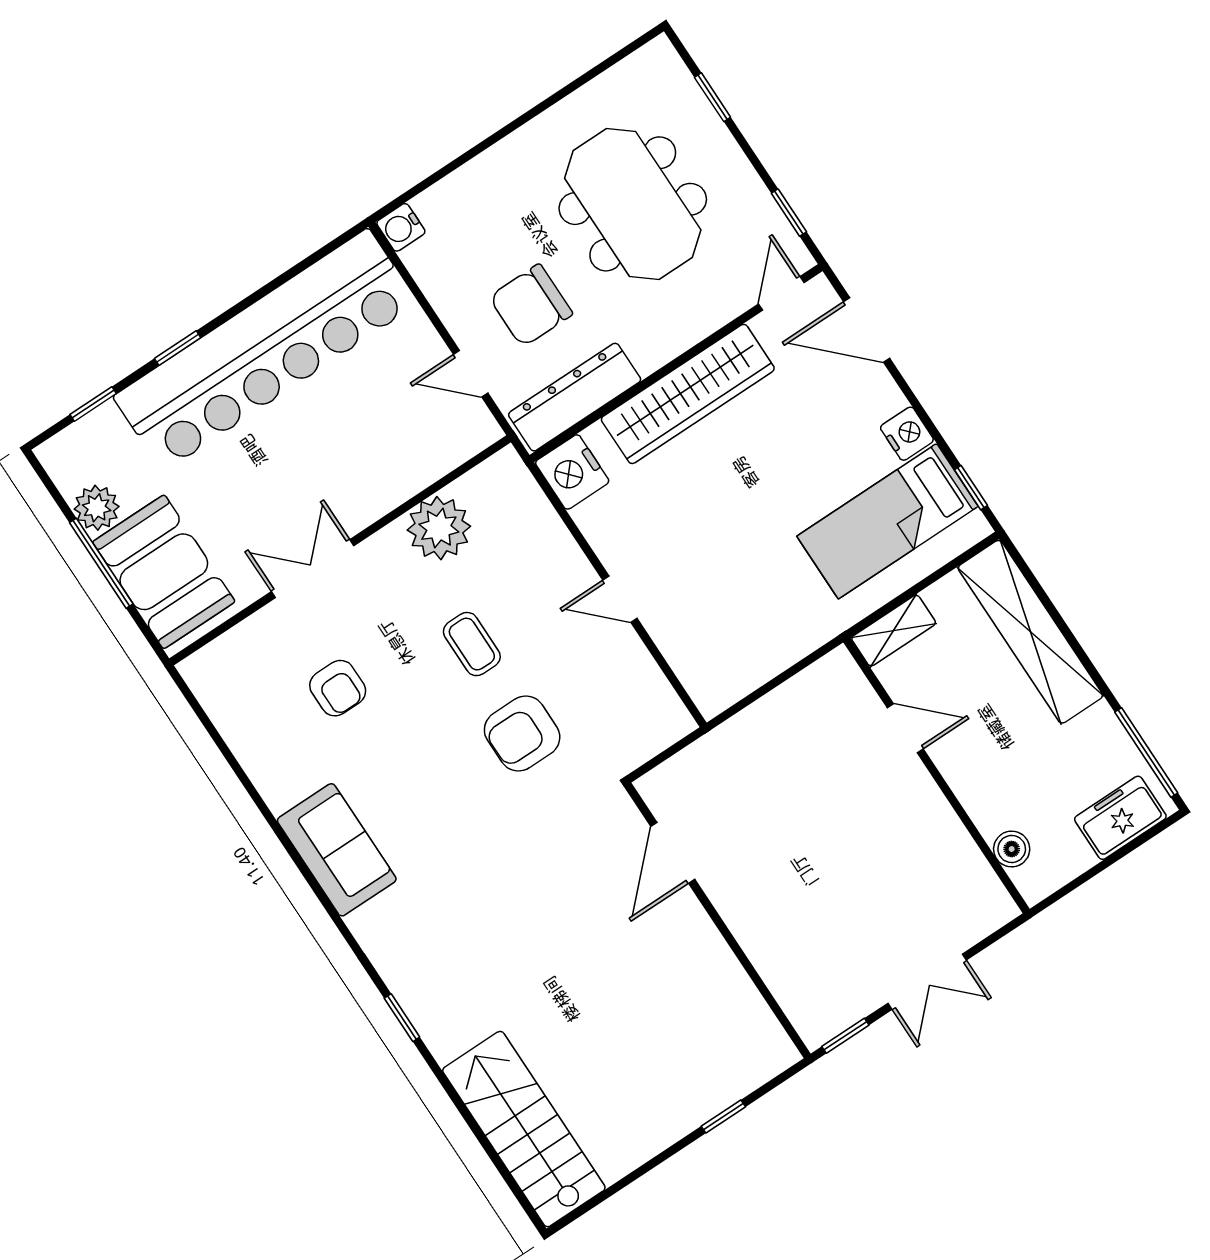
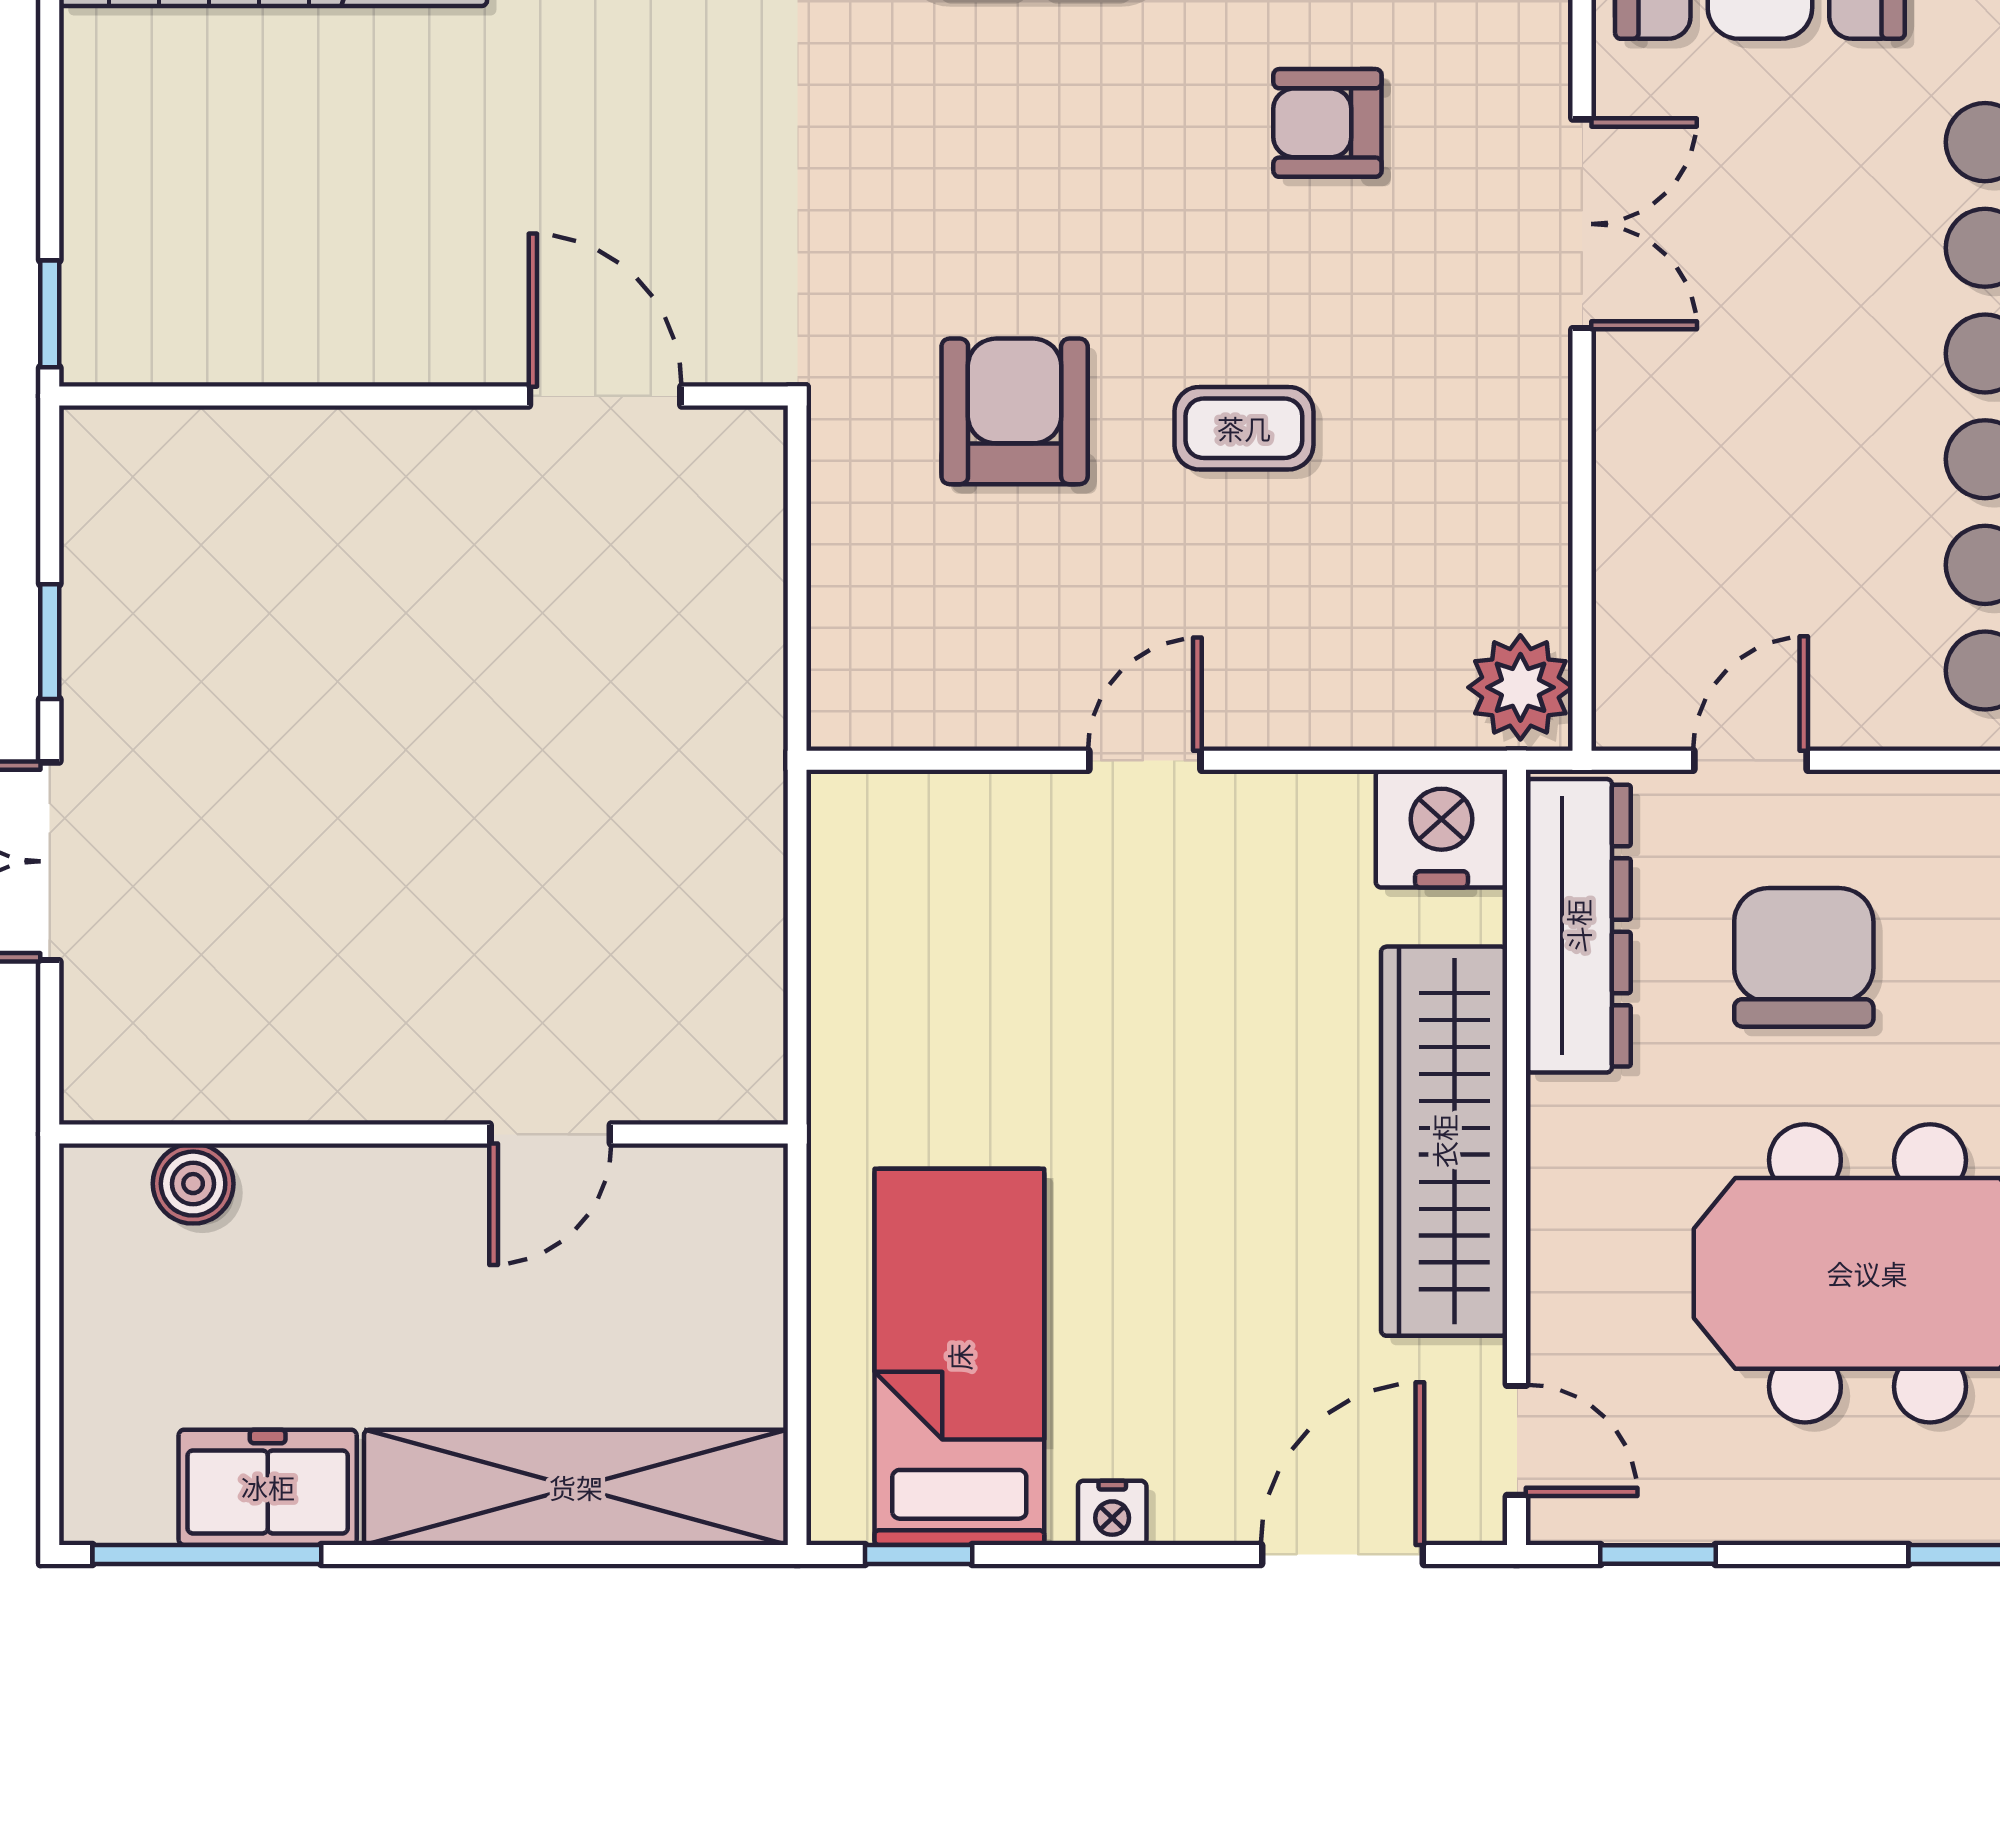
nightstand: (907, 434) -> (1112, 1513), width x0.72, depth x0.74
plant: (439, 528) -> (1520, 687), moved, width x0.73, depth x0.73
shelving: (894, 631) -> (747, 1233), removed
freezer: (1120, 818) -> (268, 1487), moved, turned -90
door: (673, 853) -> (605, 396), moved
wall: (718, 920) -> (423, 396), moved

